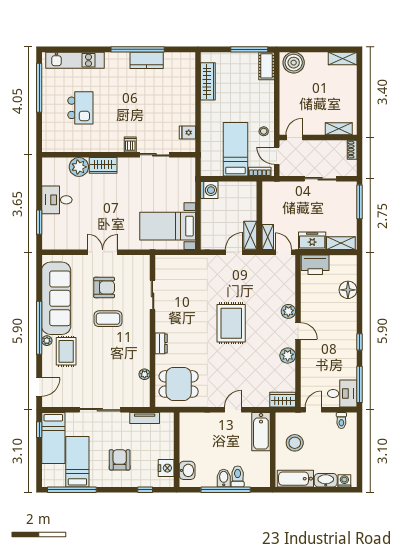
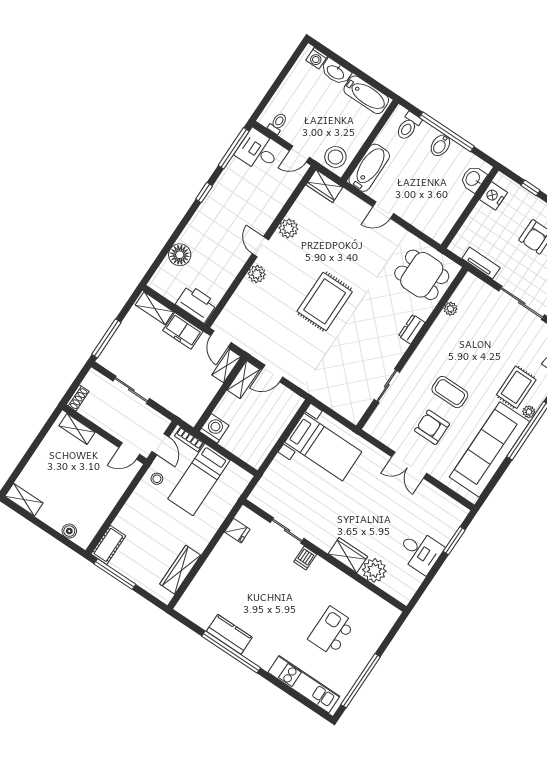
boiler: (294, 63) -> (69, 531), width x0.54, depth x0.54
washing machine: (209, 190) -> (214, 428), moved, turned 90
stool: (295, 443) -> (335, 157), moved
toilet: (238, 476) -> (408, 126), moved

